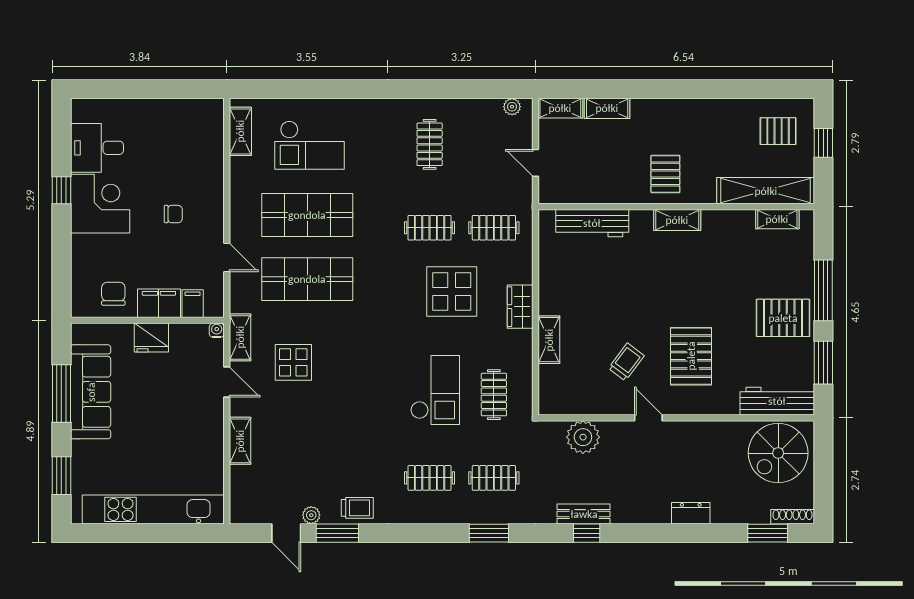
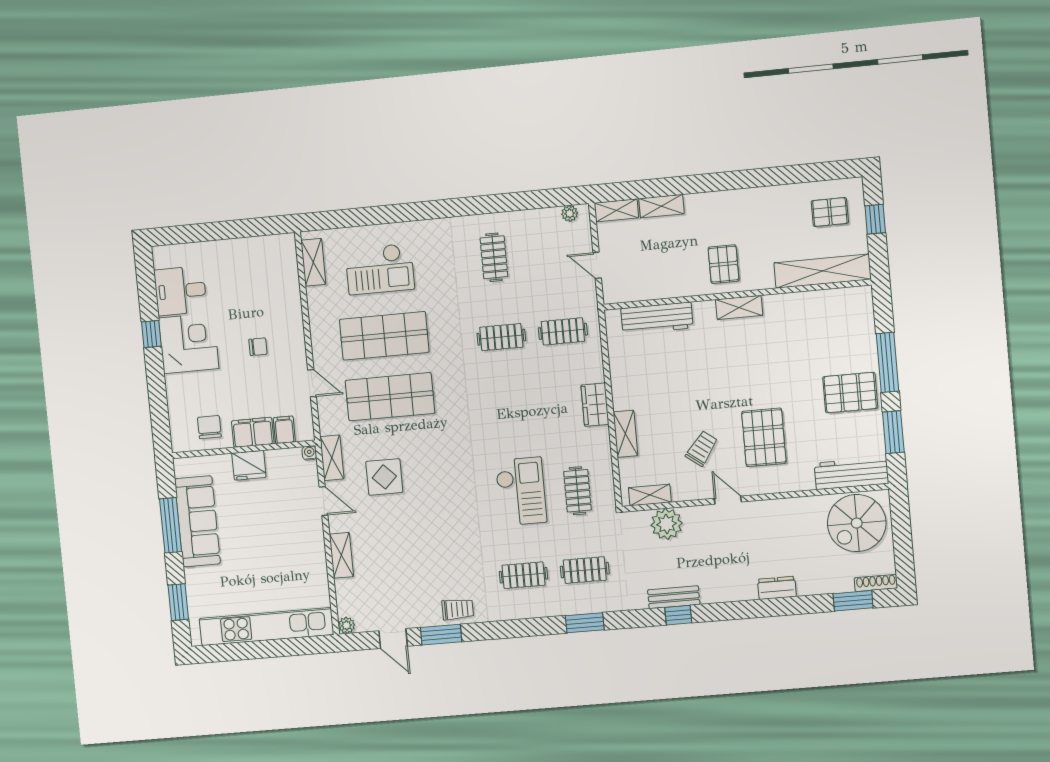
shelving: (777, 219) -> (650, 495), moved
display table: (452, 292) -> (528, 396), removed
plant: (311, 515) -> (347, 625), moved

